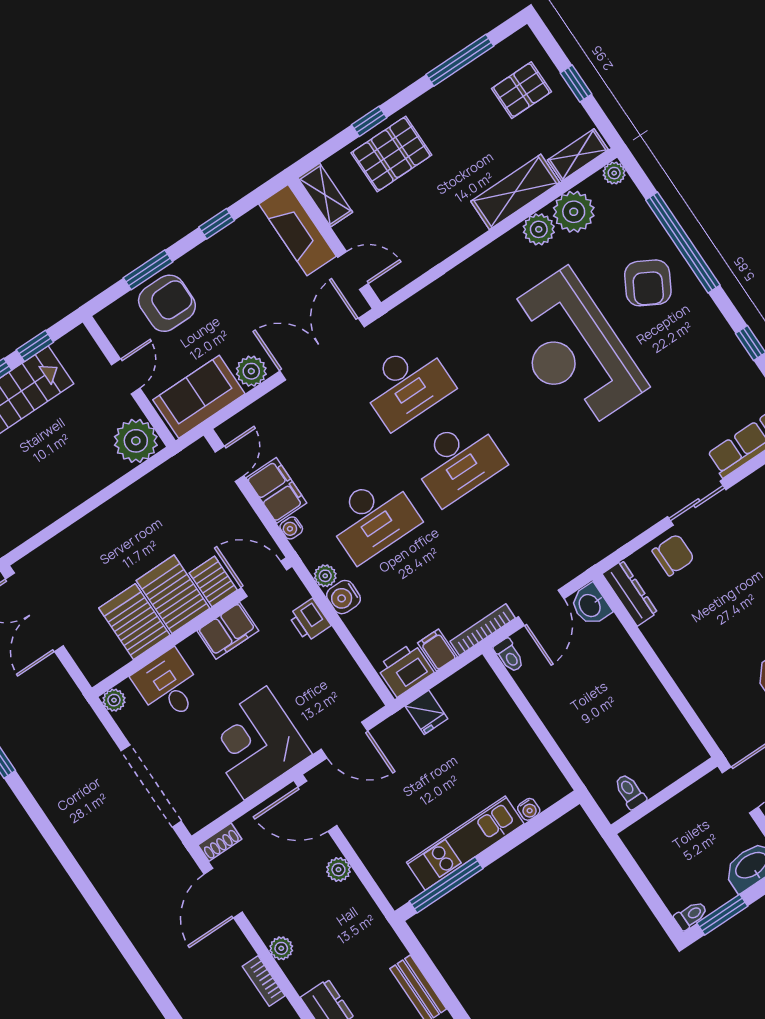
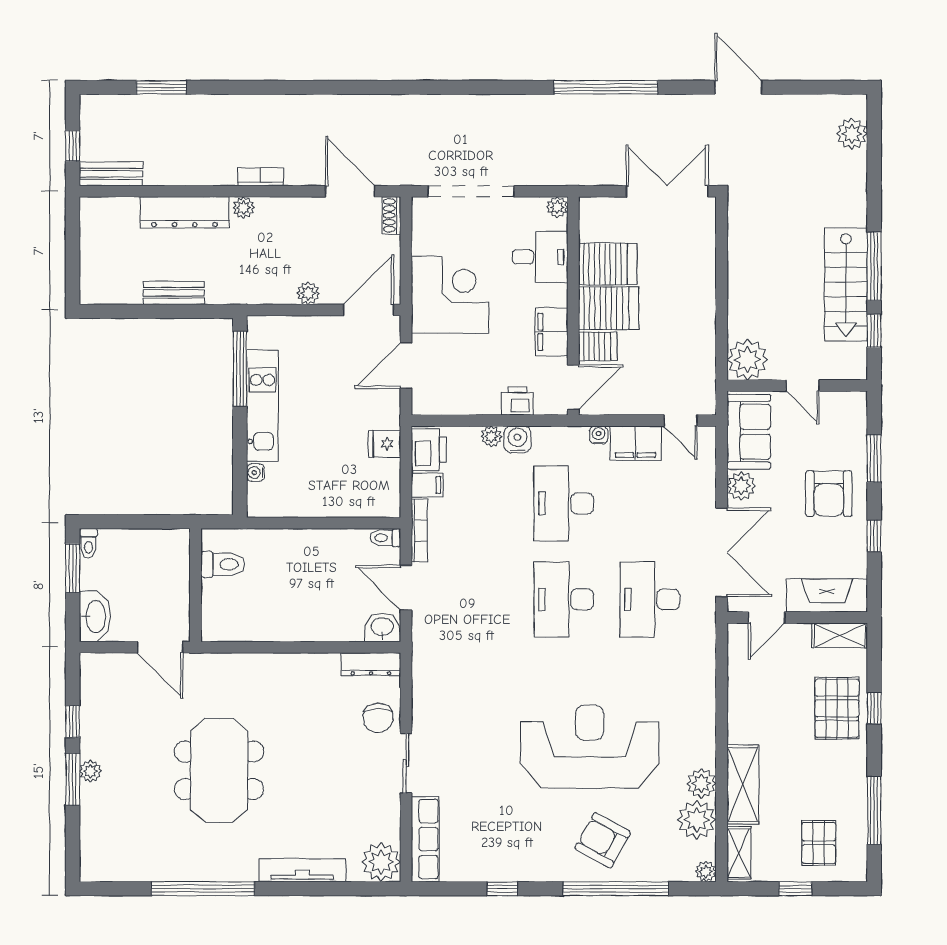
armchair: (167, 303) -> (829, 494), moved
plant: (325, 576) -> (491, 436), moved
toilet: (630, 791) -> (223, 564), width x1.37, depth x1.39
plant: (281, 948) -> (244, 207), moved

